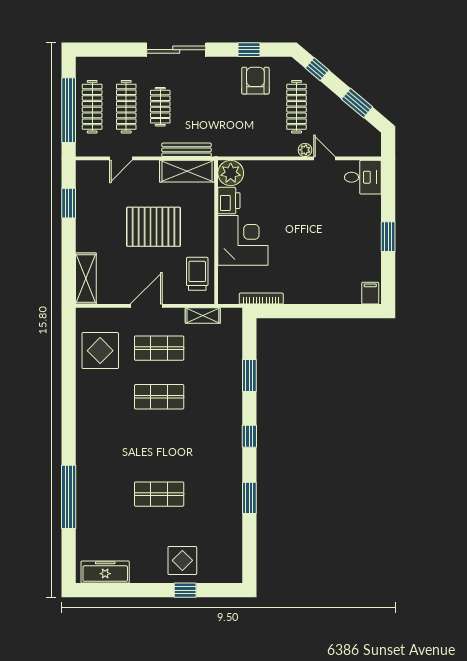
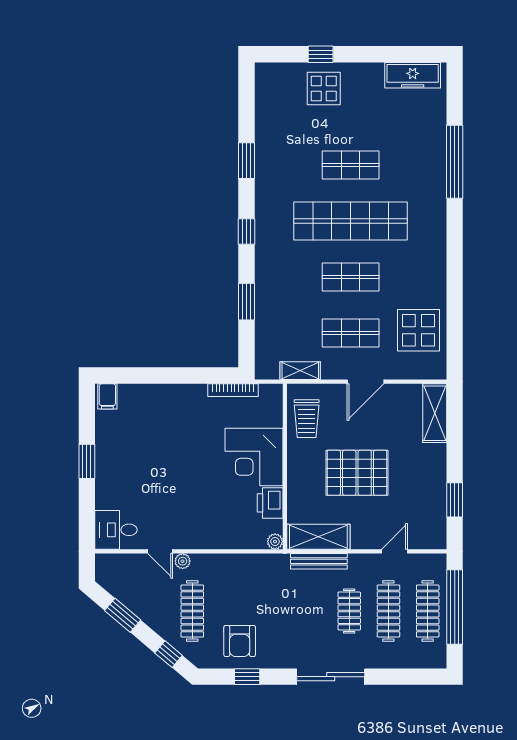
plant: (231, 173) -> (275, 541), width x0.53, depth x0.53
shop shelf: (159, 445) -> (351, 221), added

